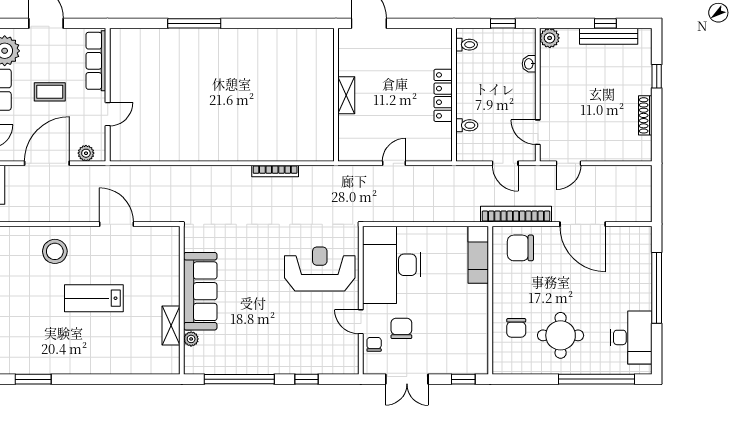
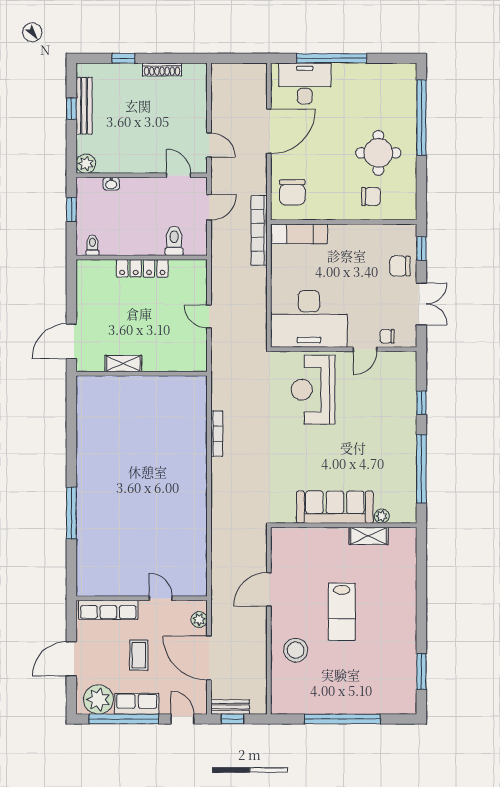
shelving: (346, 95) -> (123, 364), moved
toilet: (467, 125) -> (174, 241), width x1.37, depth x1.39
door: (538, 132) -> (179, 175), swing flipped
bookcase: (516, 214) -> (259, 230), moved
chair: (401, 328) -> (400, 266), moved
desk: (631, 337) -> (305, 83), moved

